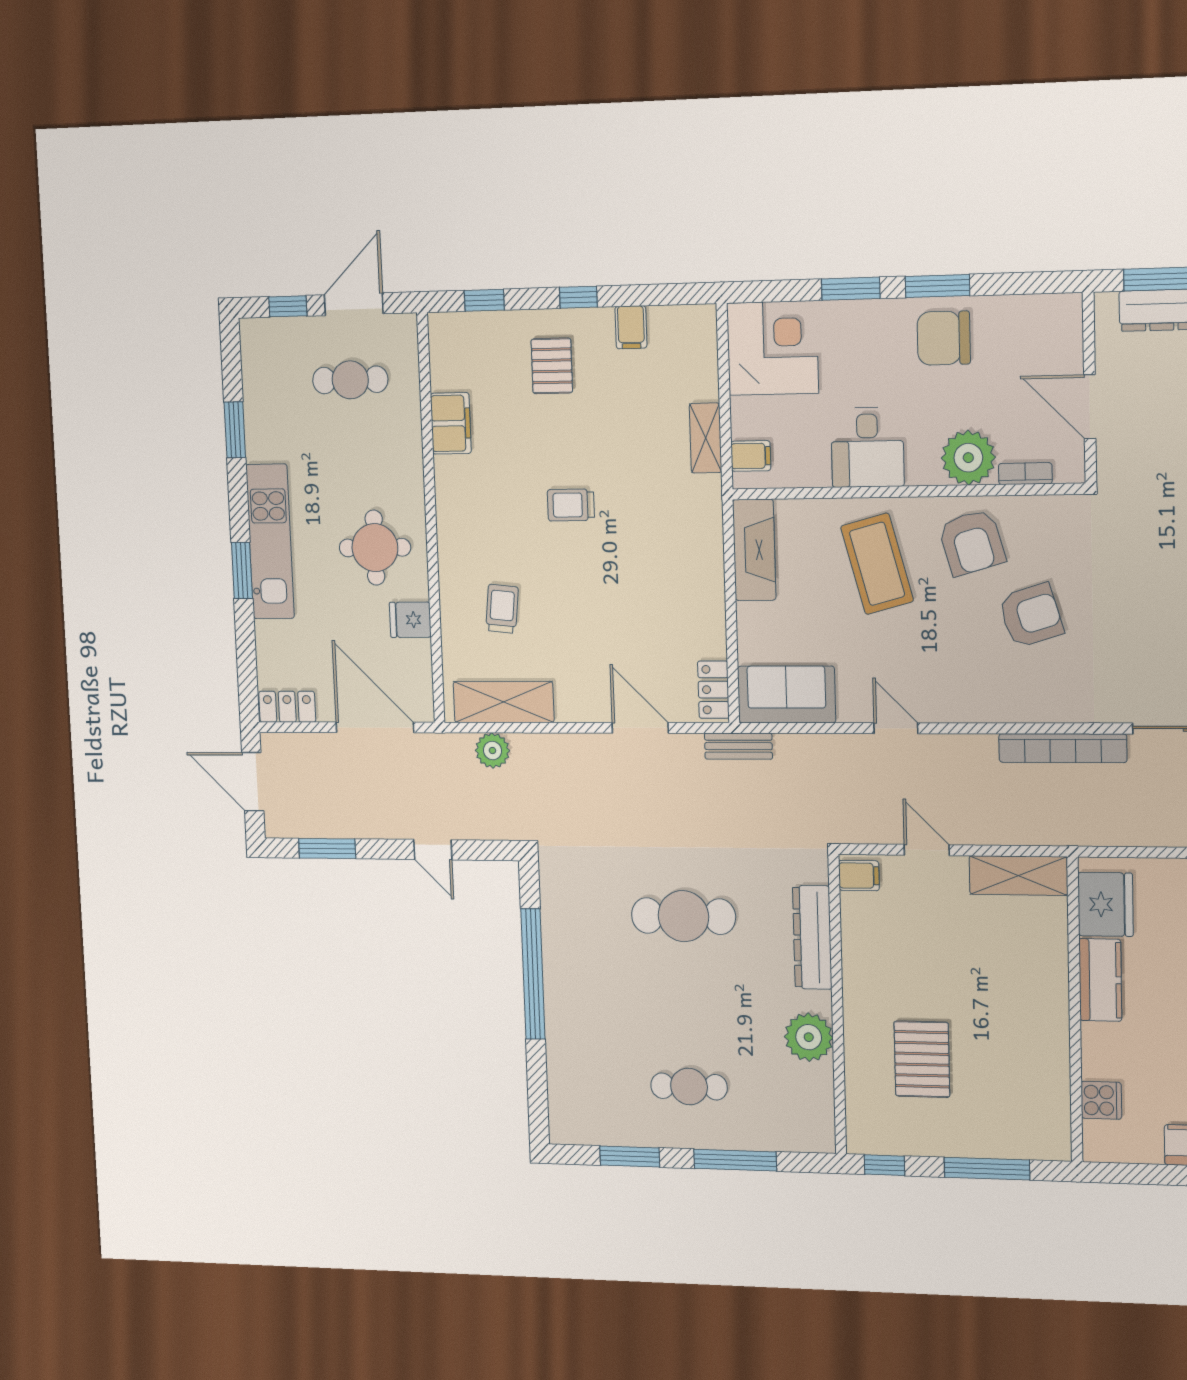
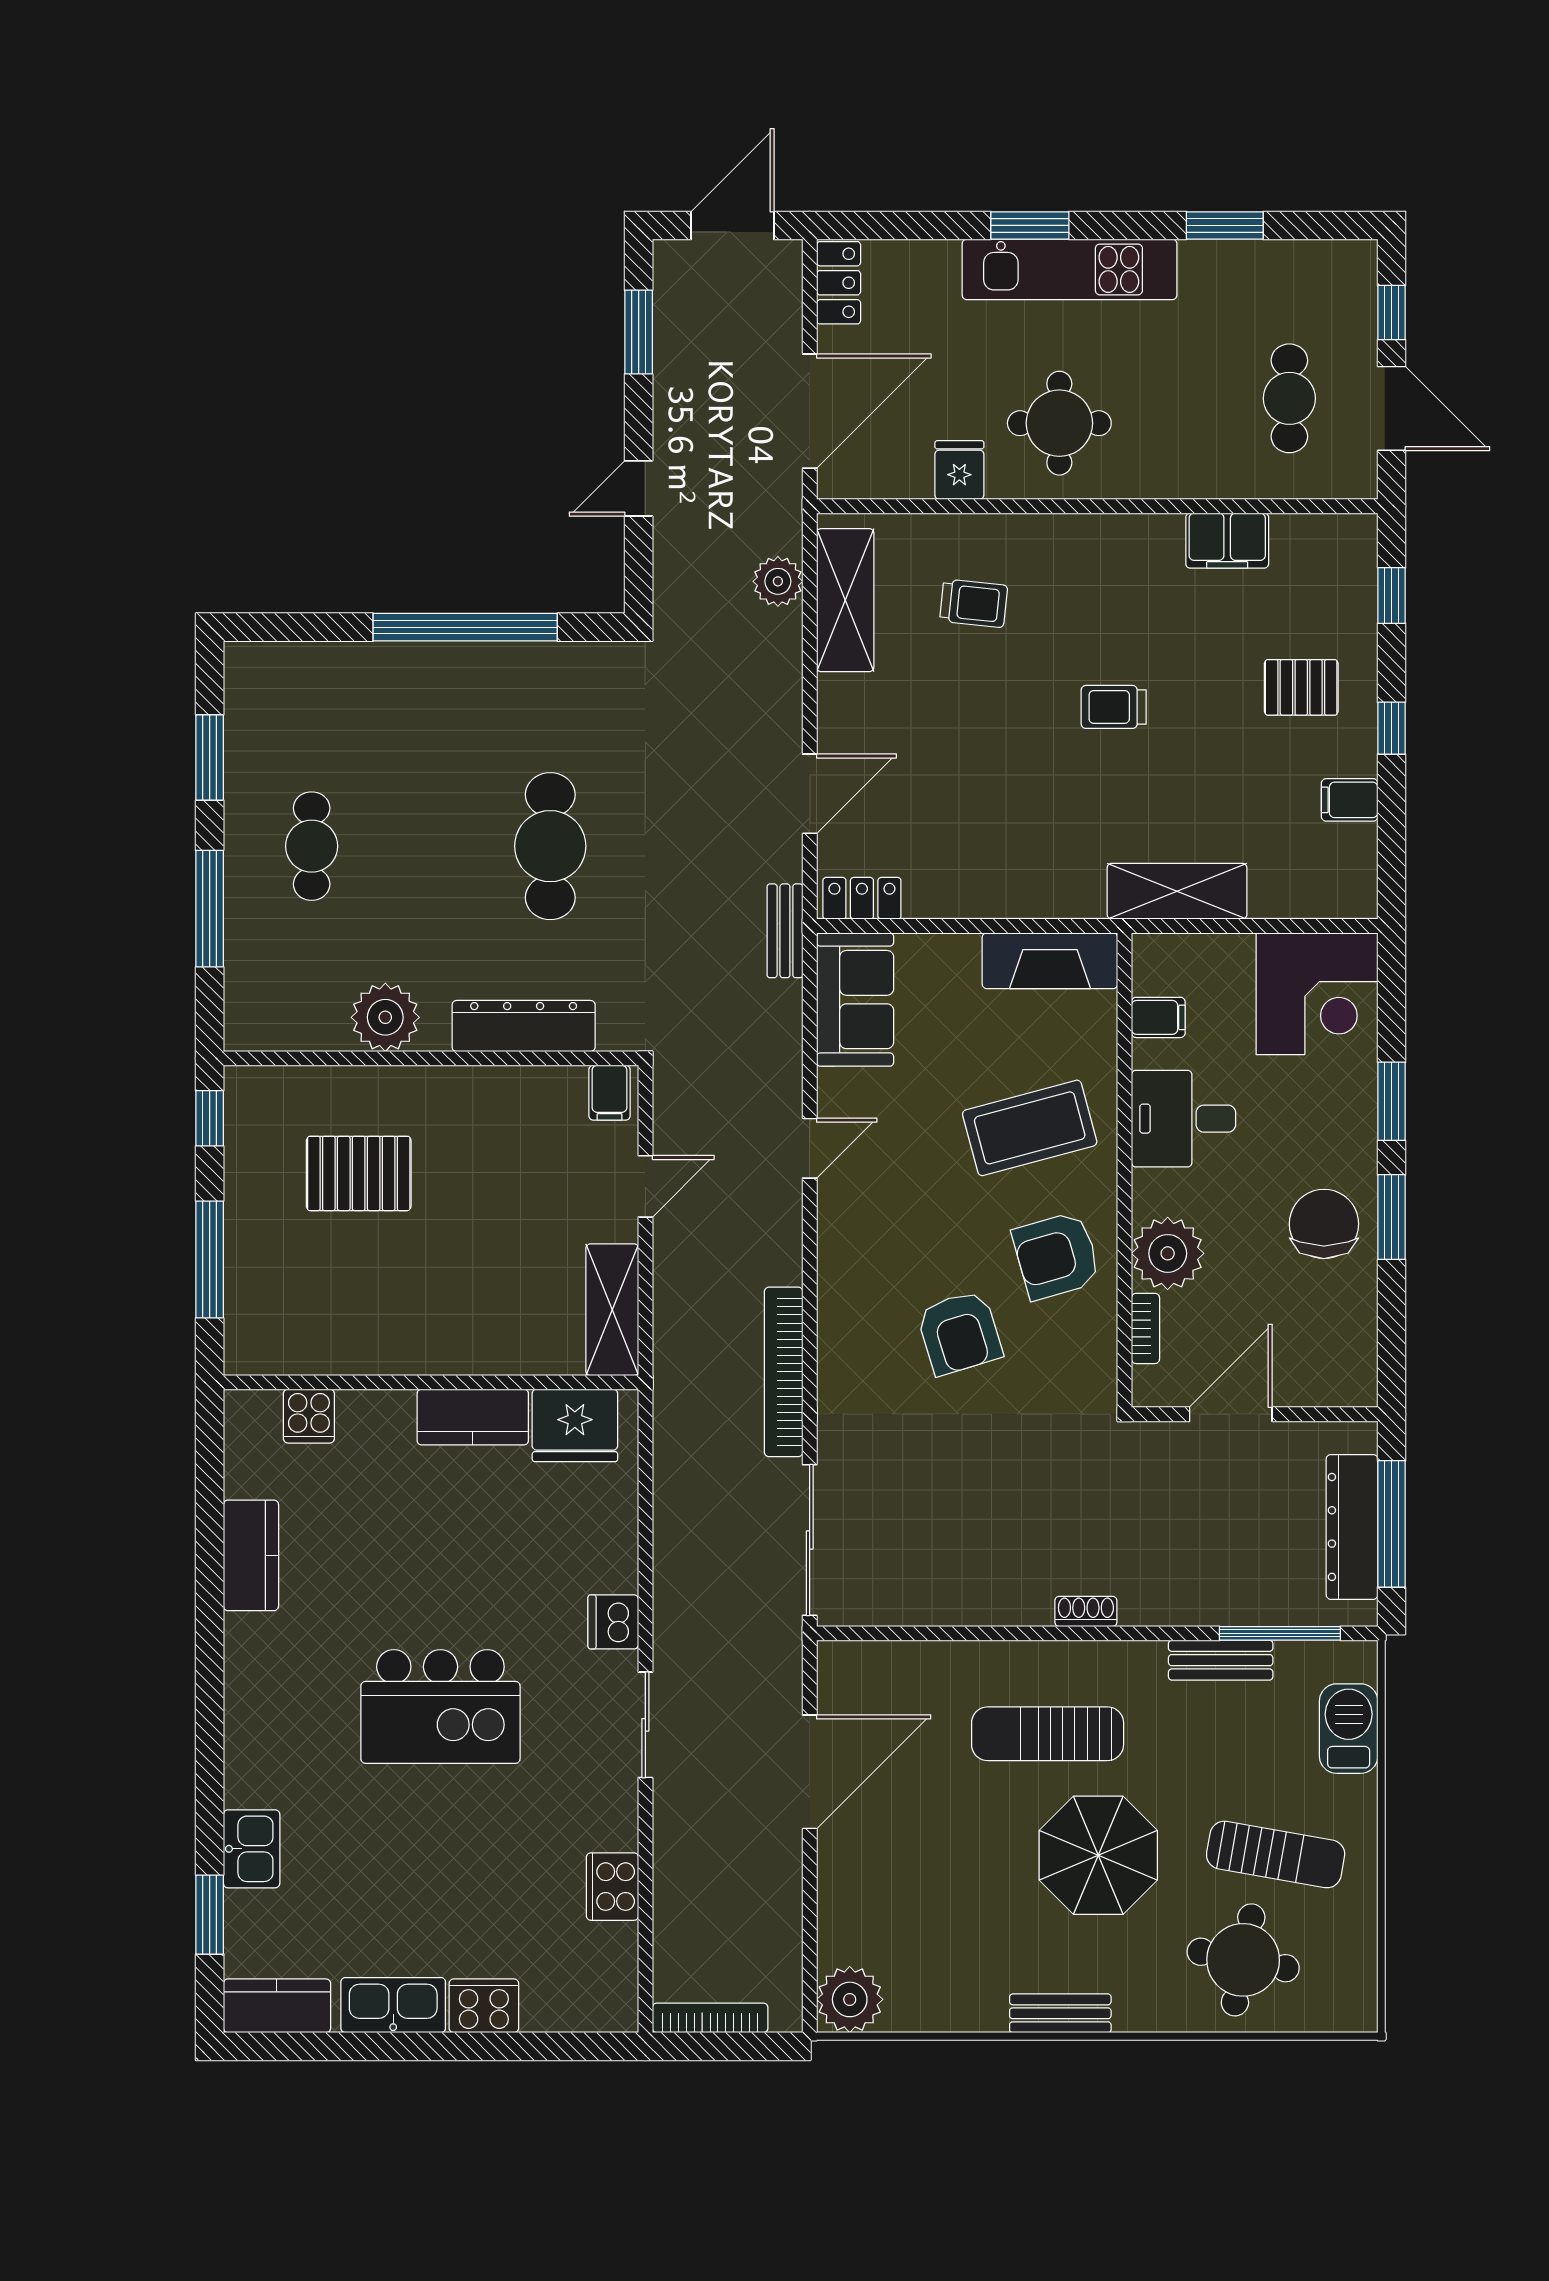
shelving: (706, 438) -> (1177, 891), width x1.50, depth x1.33
filing cabinet: (751, 456) -> (1158, 1017), moved, turned -90
trolley: (571, 505) -> (1114, 707), turned -90

